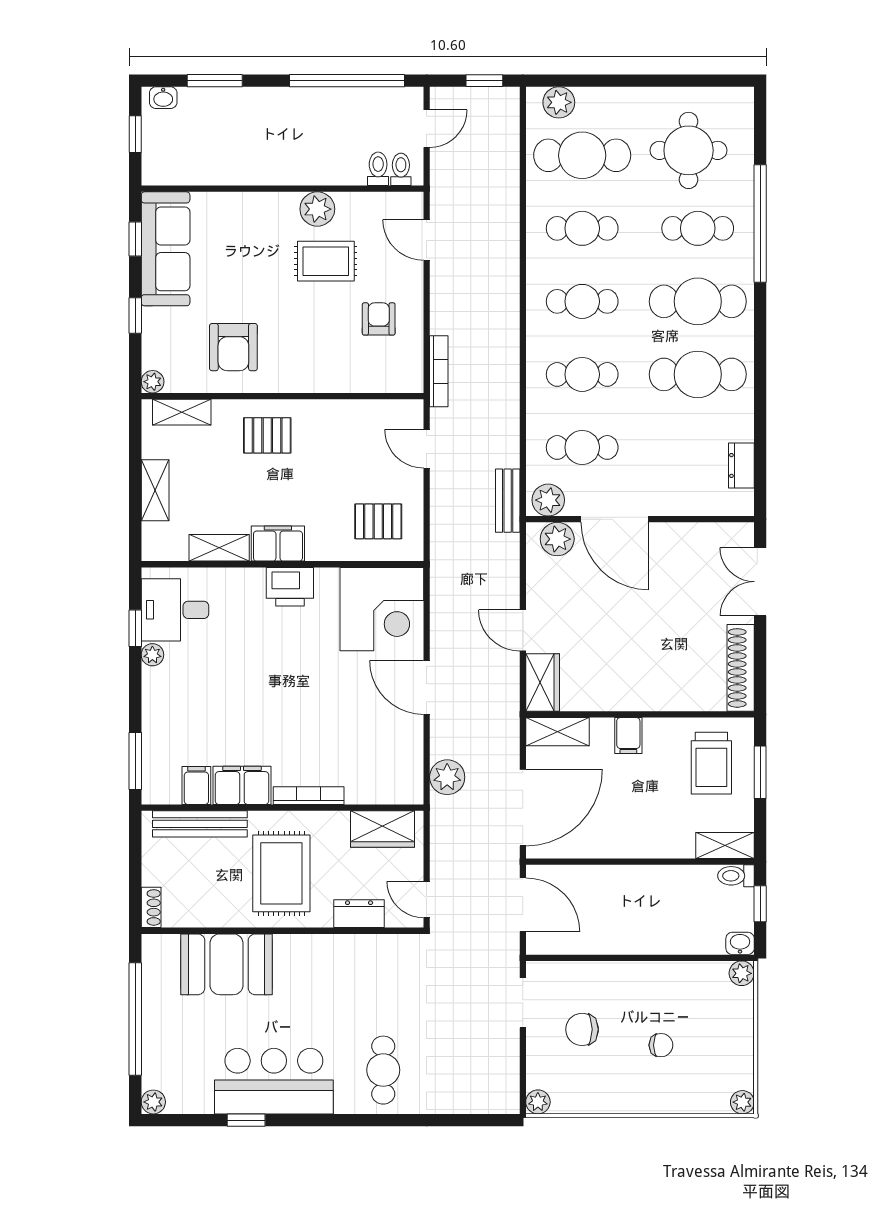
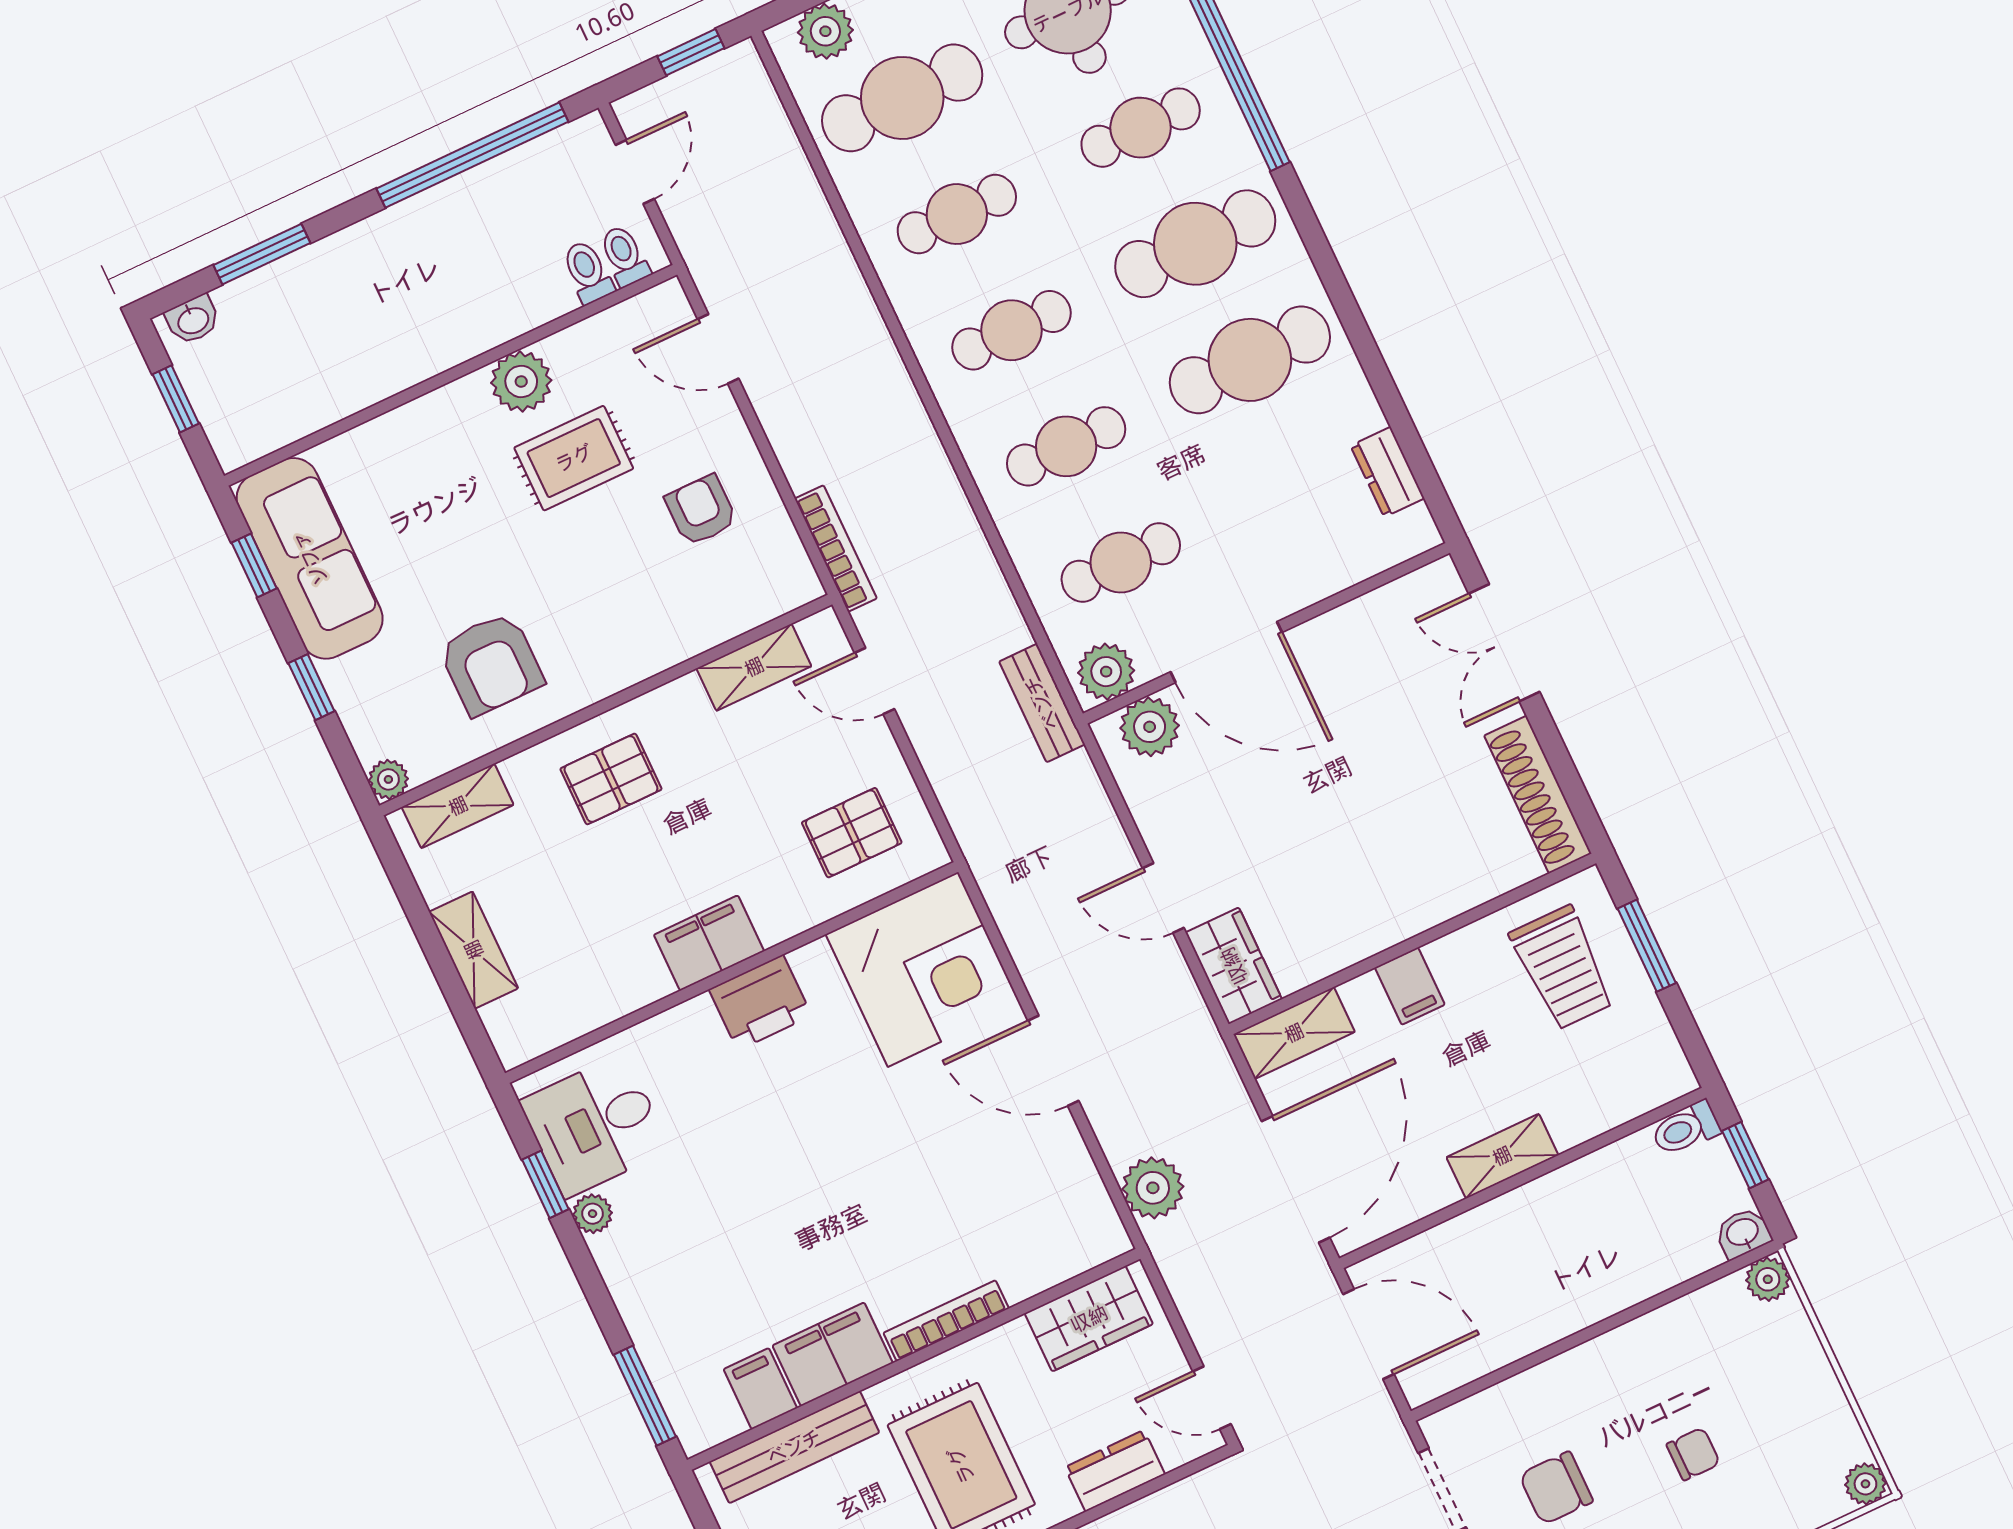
shelving: (219, 548) -> (754, 667), moved
shelving: (725, 846) -> (1502, 1156), moved

